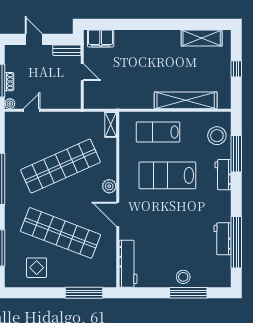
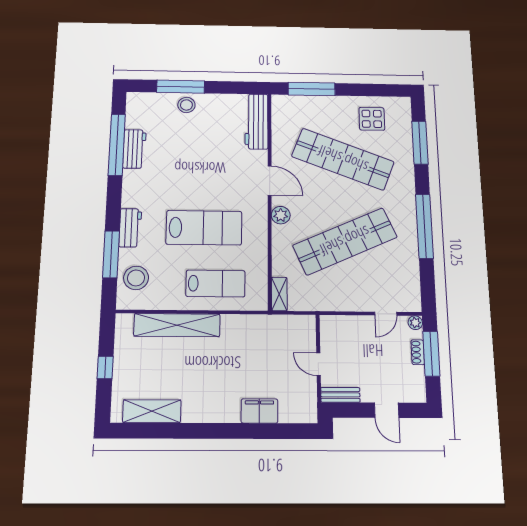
filing cabinet: (101, 38) -> (259, 411), moved

